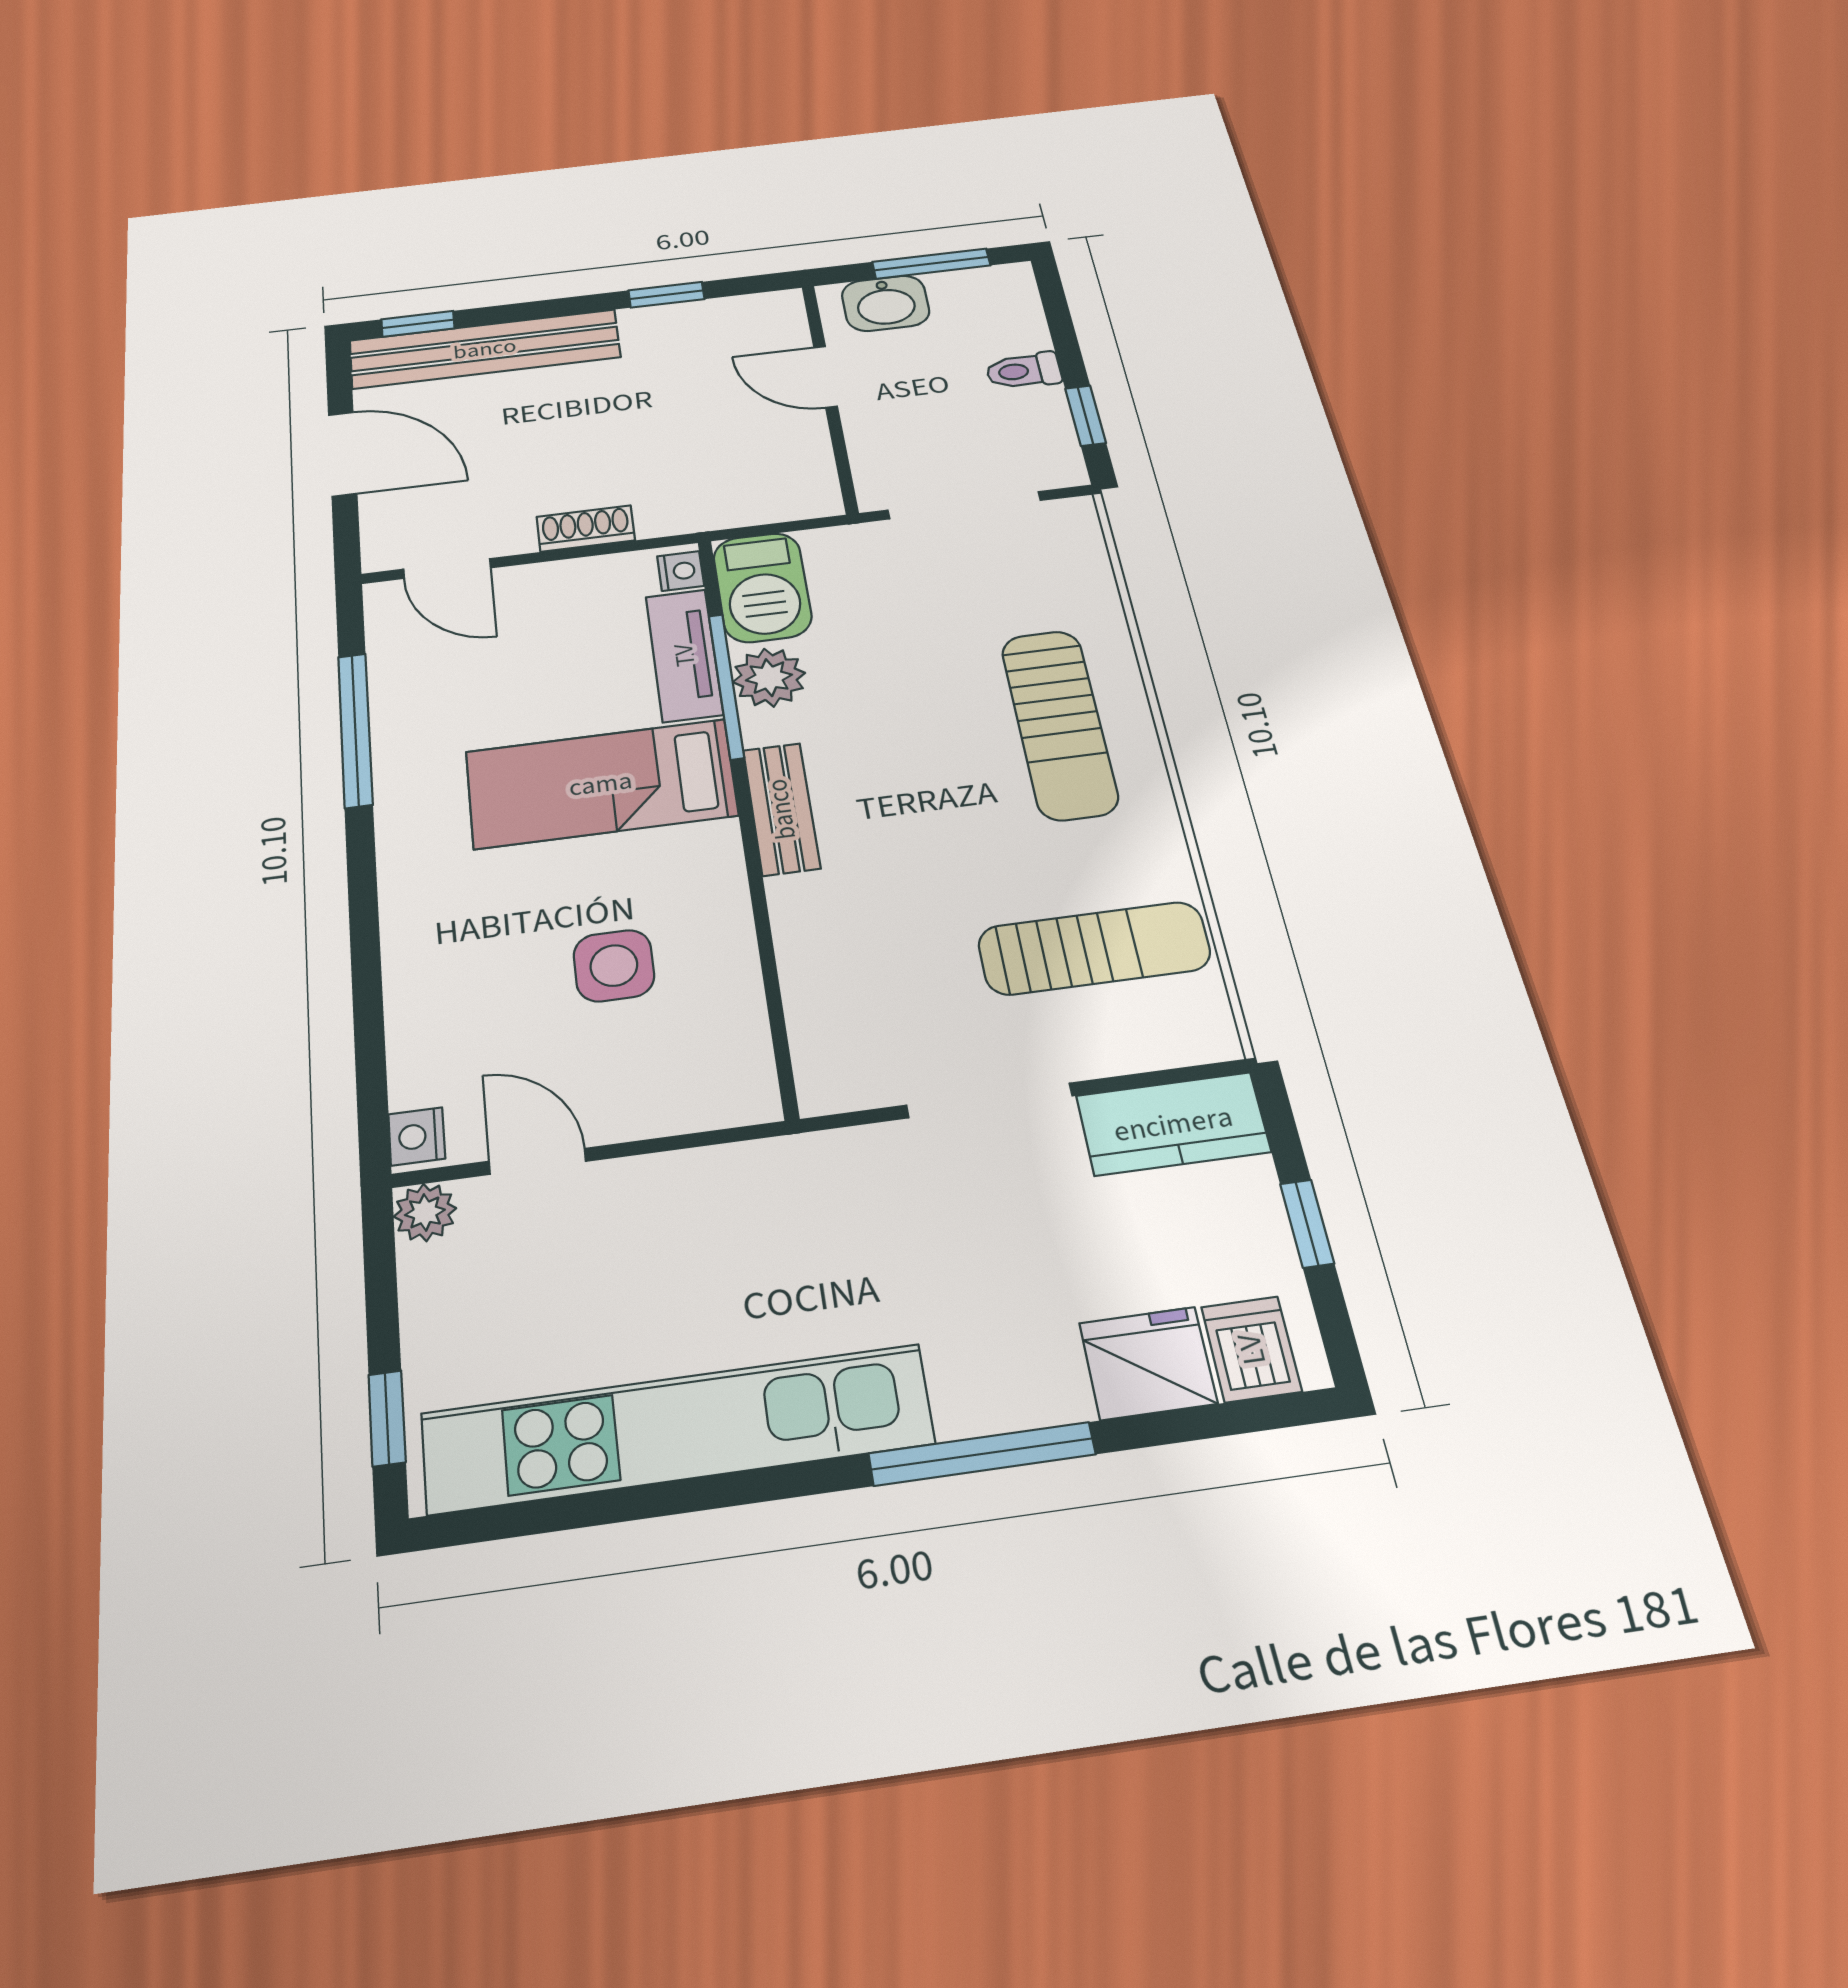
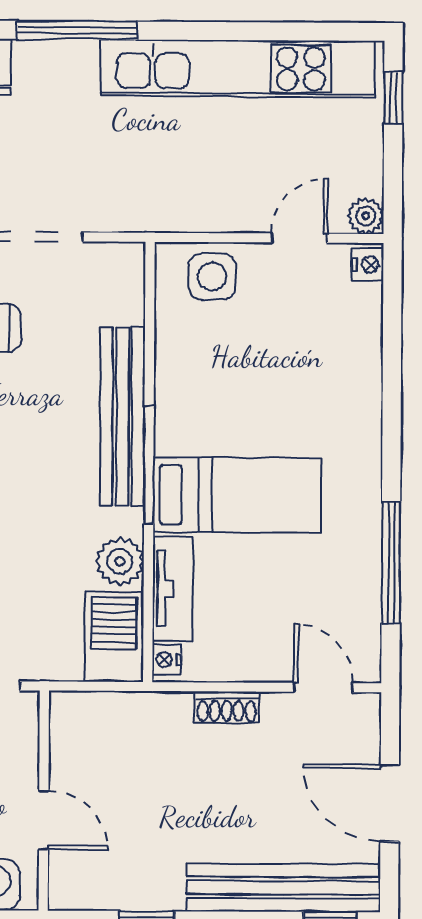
window: (726, 686) -> (149, 465), moved
bench: (781, 809) -> (122, 417), width x1.86, depth x1.21
side table: (614, 966) -> (212, 277), moved
door: (537, 1161) -> (299, 238), swing flipped

